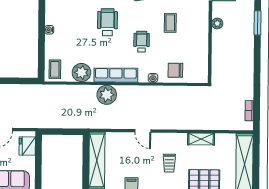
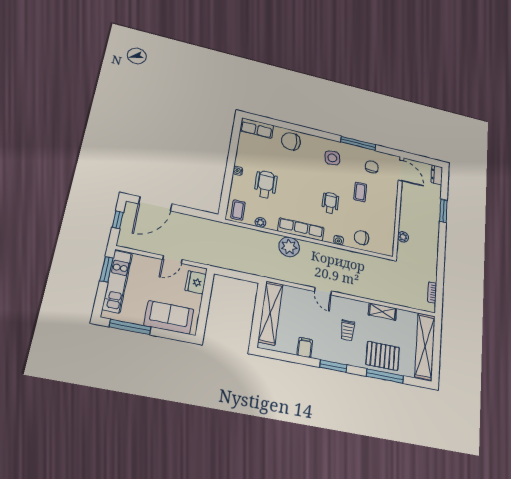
wheelchair: (107, 22) -> (266, 185), moved
plant: (217, 23) -> (403, 237), moved
plant: (81, 73) -> (260, 222), width x0.53, depth x0.53

